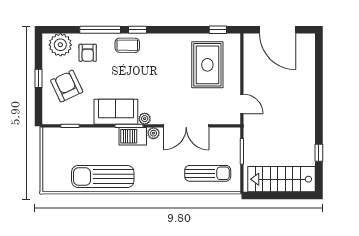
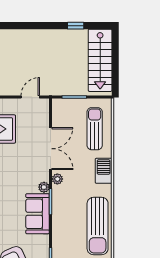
barbecue: (133, 136) -> (104, 171), moved, turned 180

